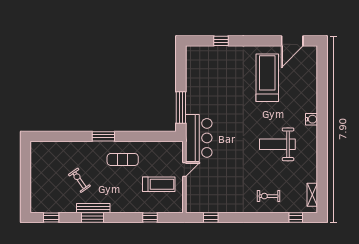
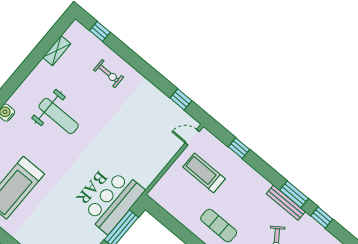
bar counter: (199, 138) -> (114, 202), moved
door: (184, 170) -> (192, 137), moved
shelving: (312, 195) -> (57, 51), moved
window: (51, 218) -> (322, 218), moved

